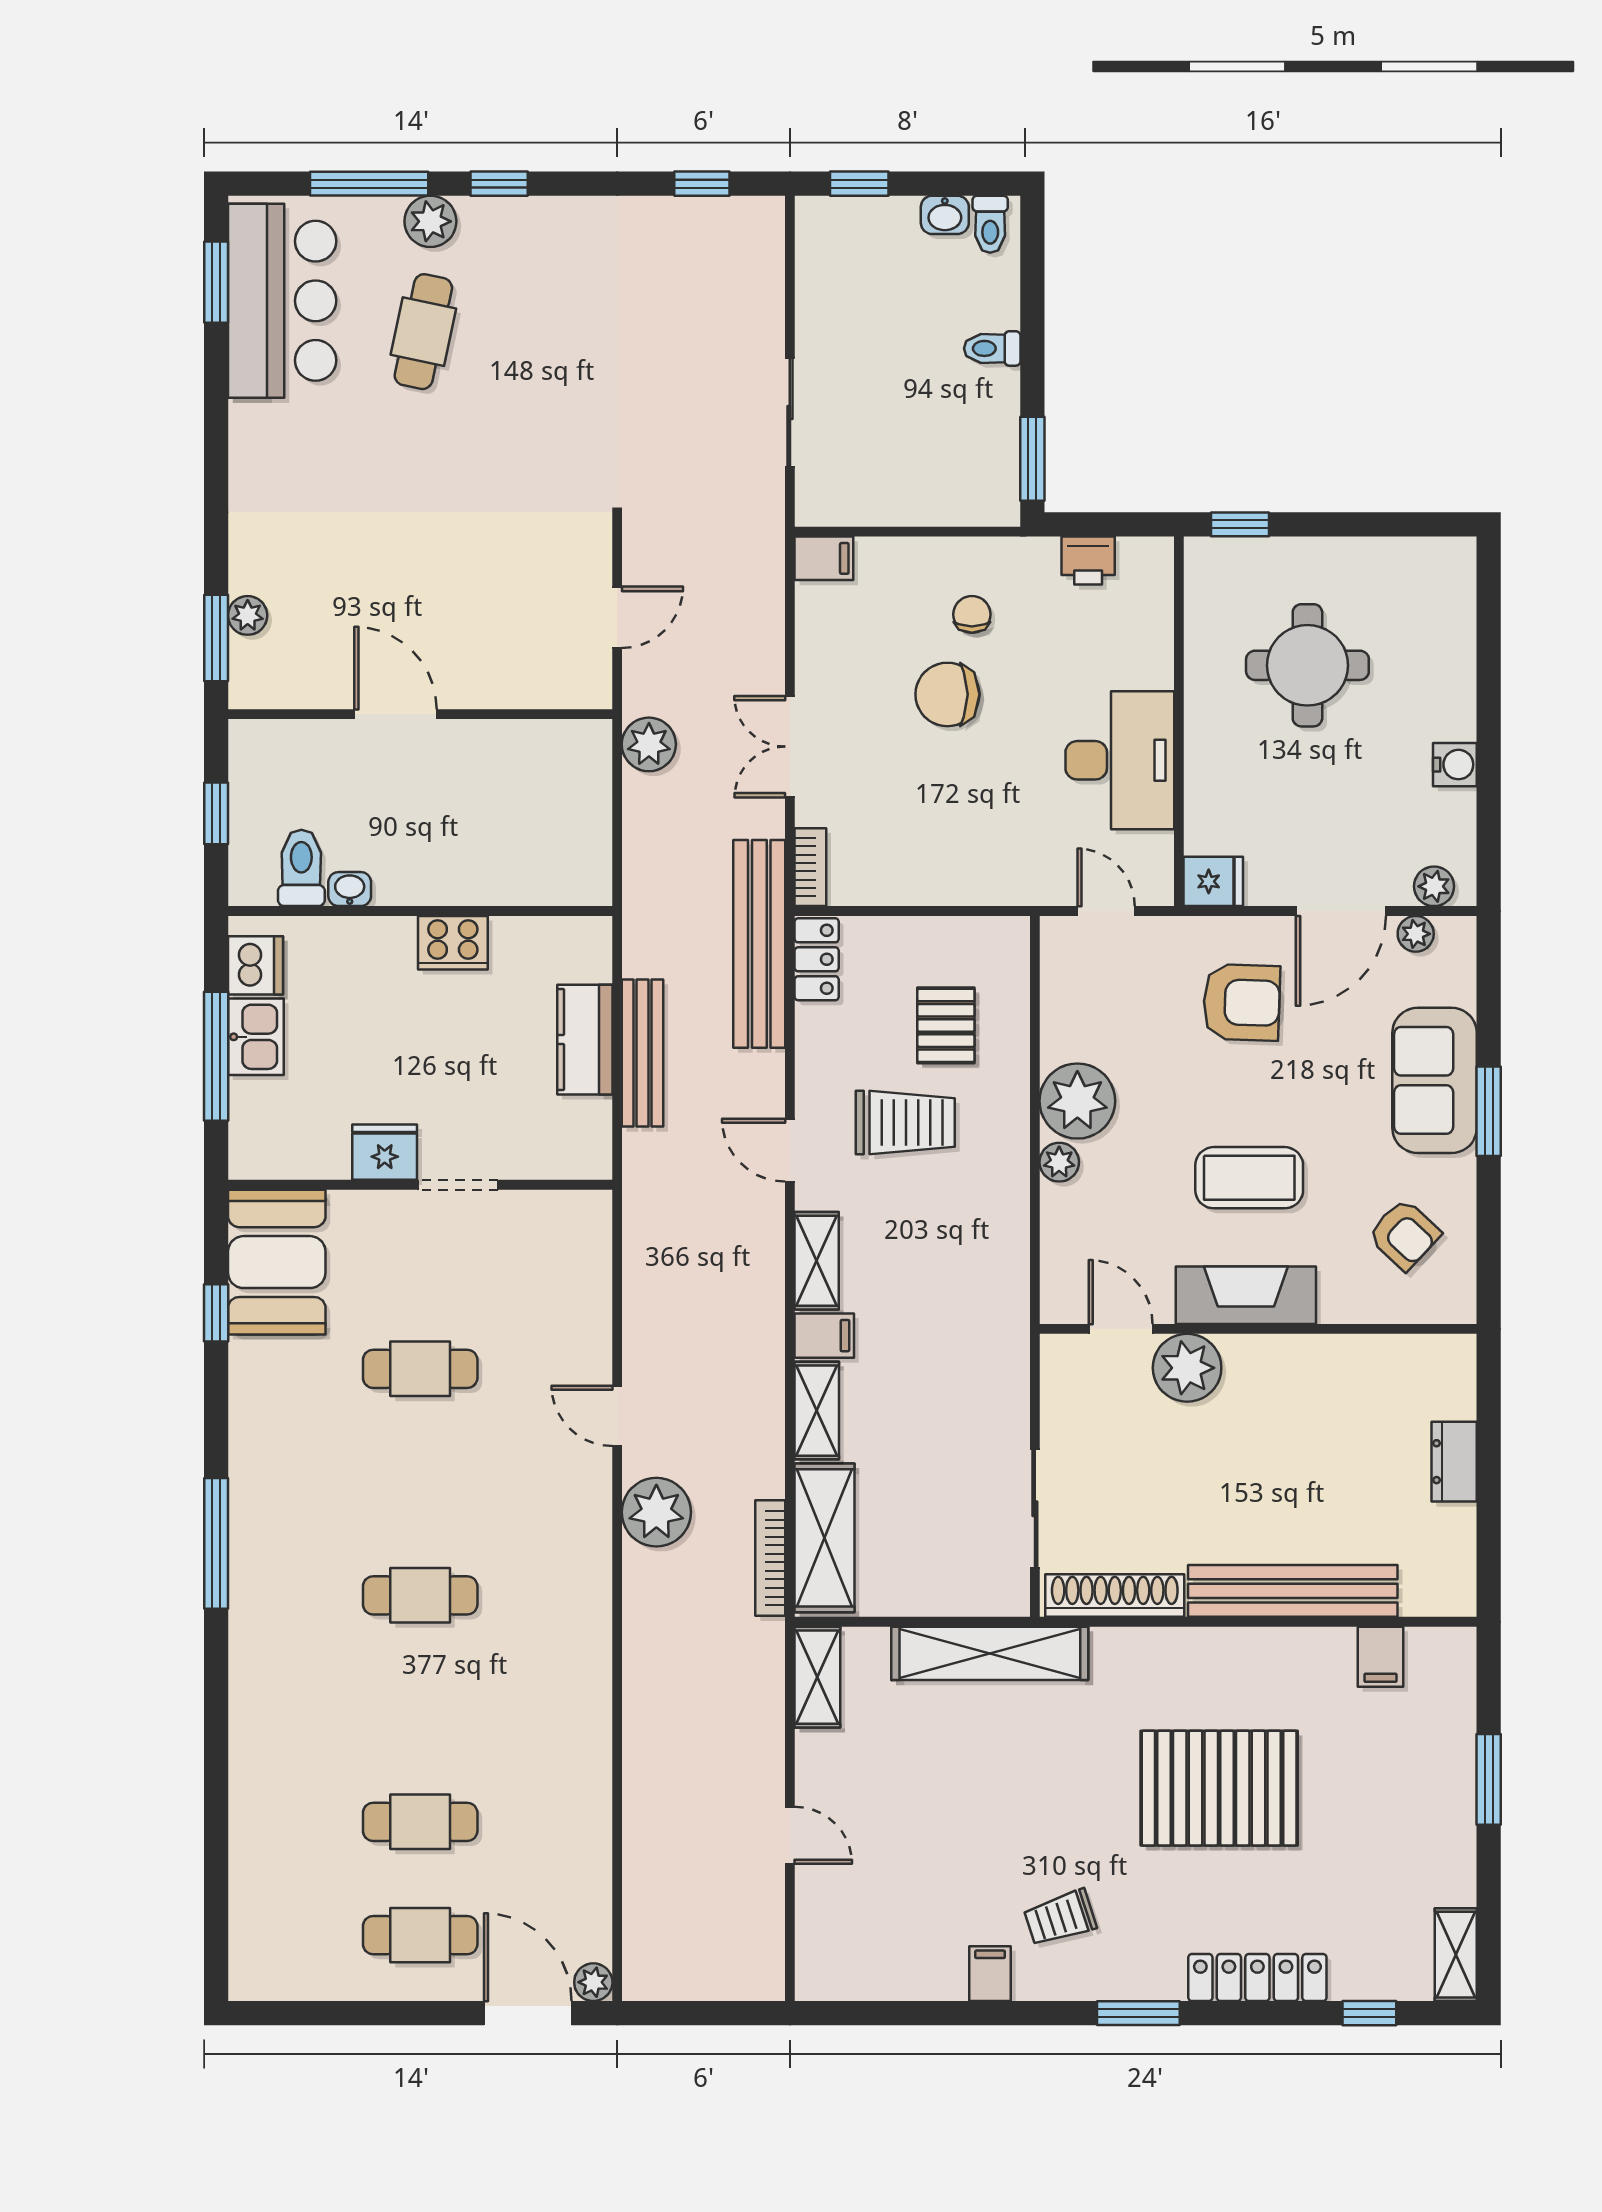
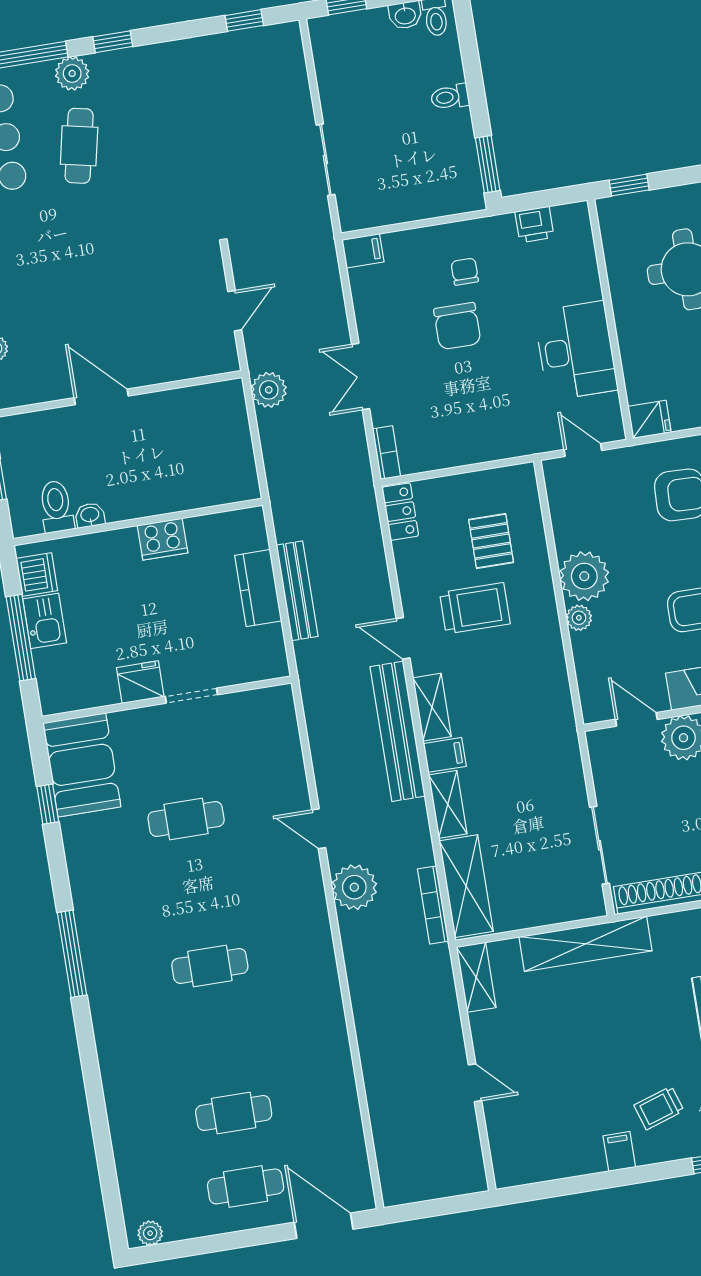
chair: (947, 694) -> (457, 326), turned -90
bench: (759, 944) -> (398, 731), moved
plant: (593, 1982) -> (150, 1233), moved

